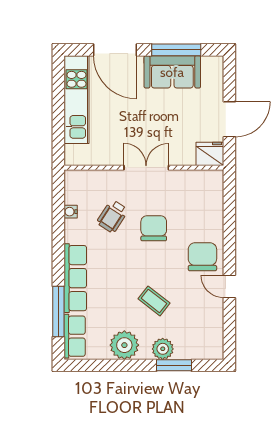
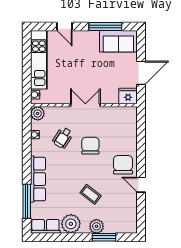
door: (115, 50) -> (65, 26), width x0.53
sofa: (172, 72) -> (118, 41), moved
water cooler: (71, 152) -> (35, 95), added
plant: (75, 180) -> (38, 113), added
row of seats: (75, 336) -> (45, 226), moved, turned -90

